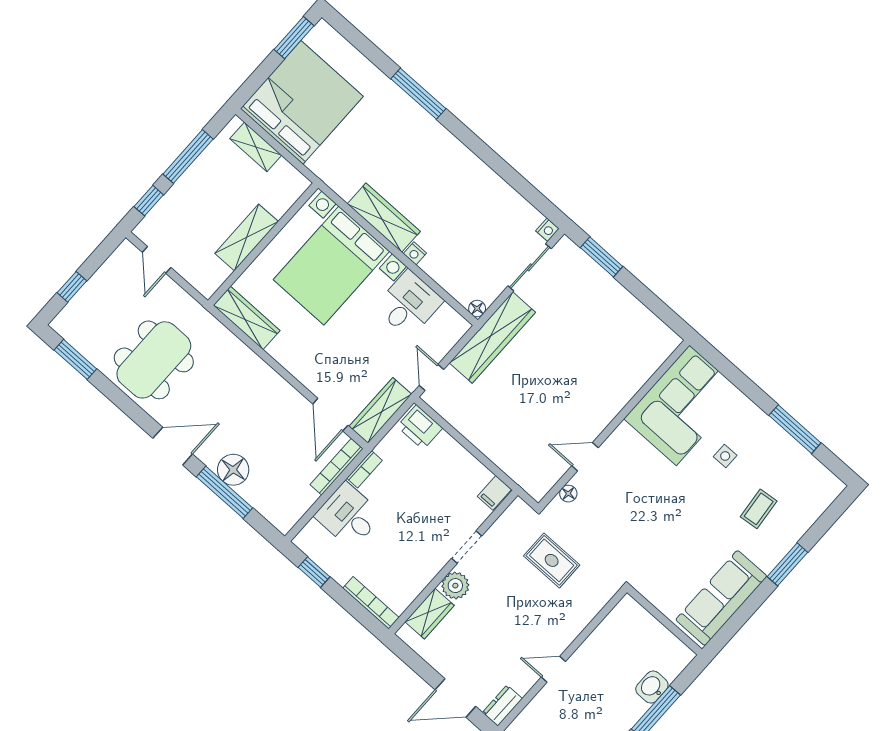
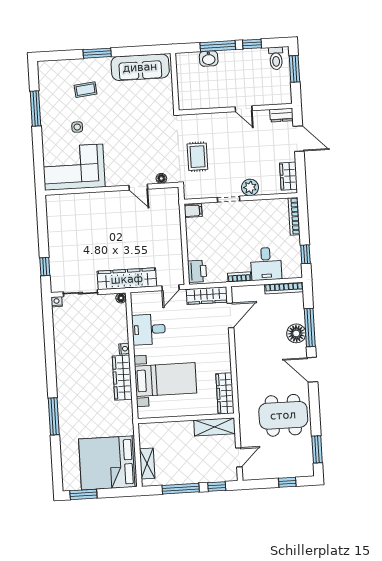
shelving: (247, 237) -> (215, 427), moved
window: (602, 257) -> (45, 267), width x0.67
bed with nightstands: (331, 265) -> (166, 380), width x0.73
bookcase: (337, 467) -> (284, 288), moved
wardrobe: (430, 614) -> (288, 176), moved, turned -90

